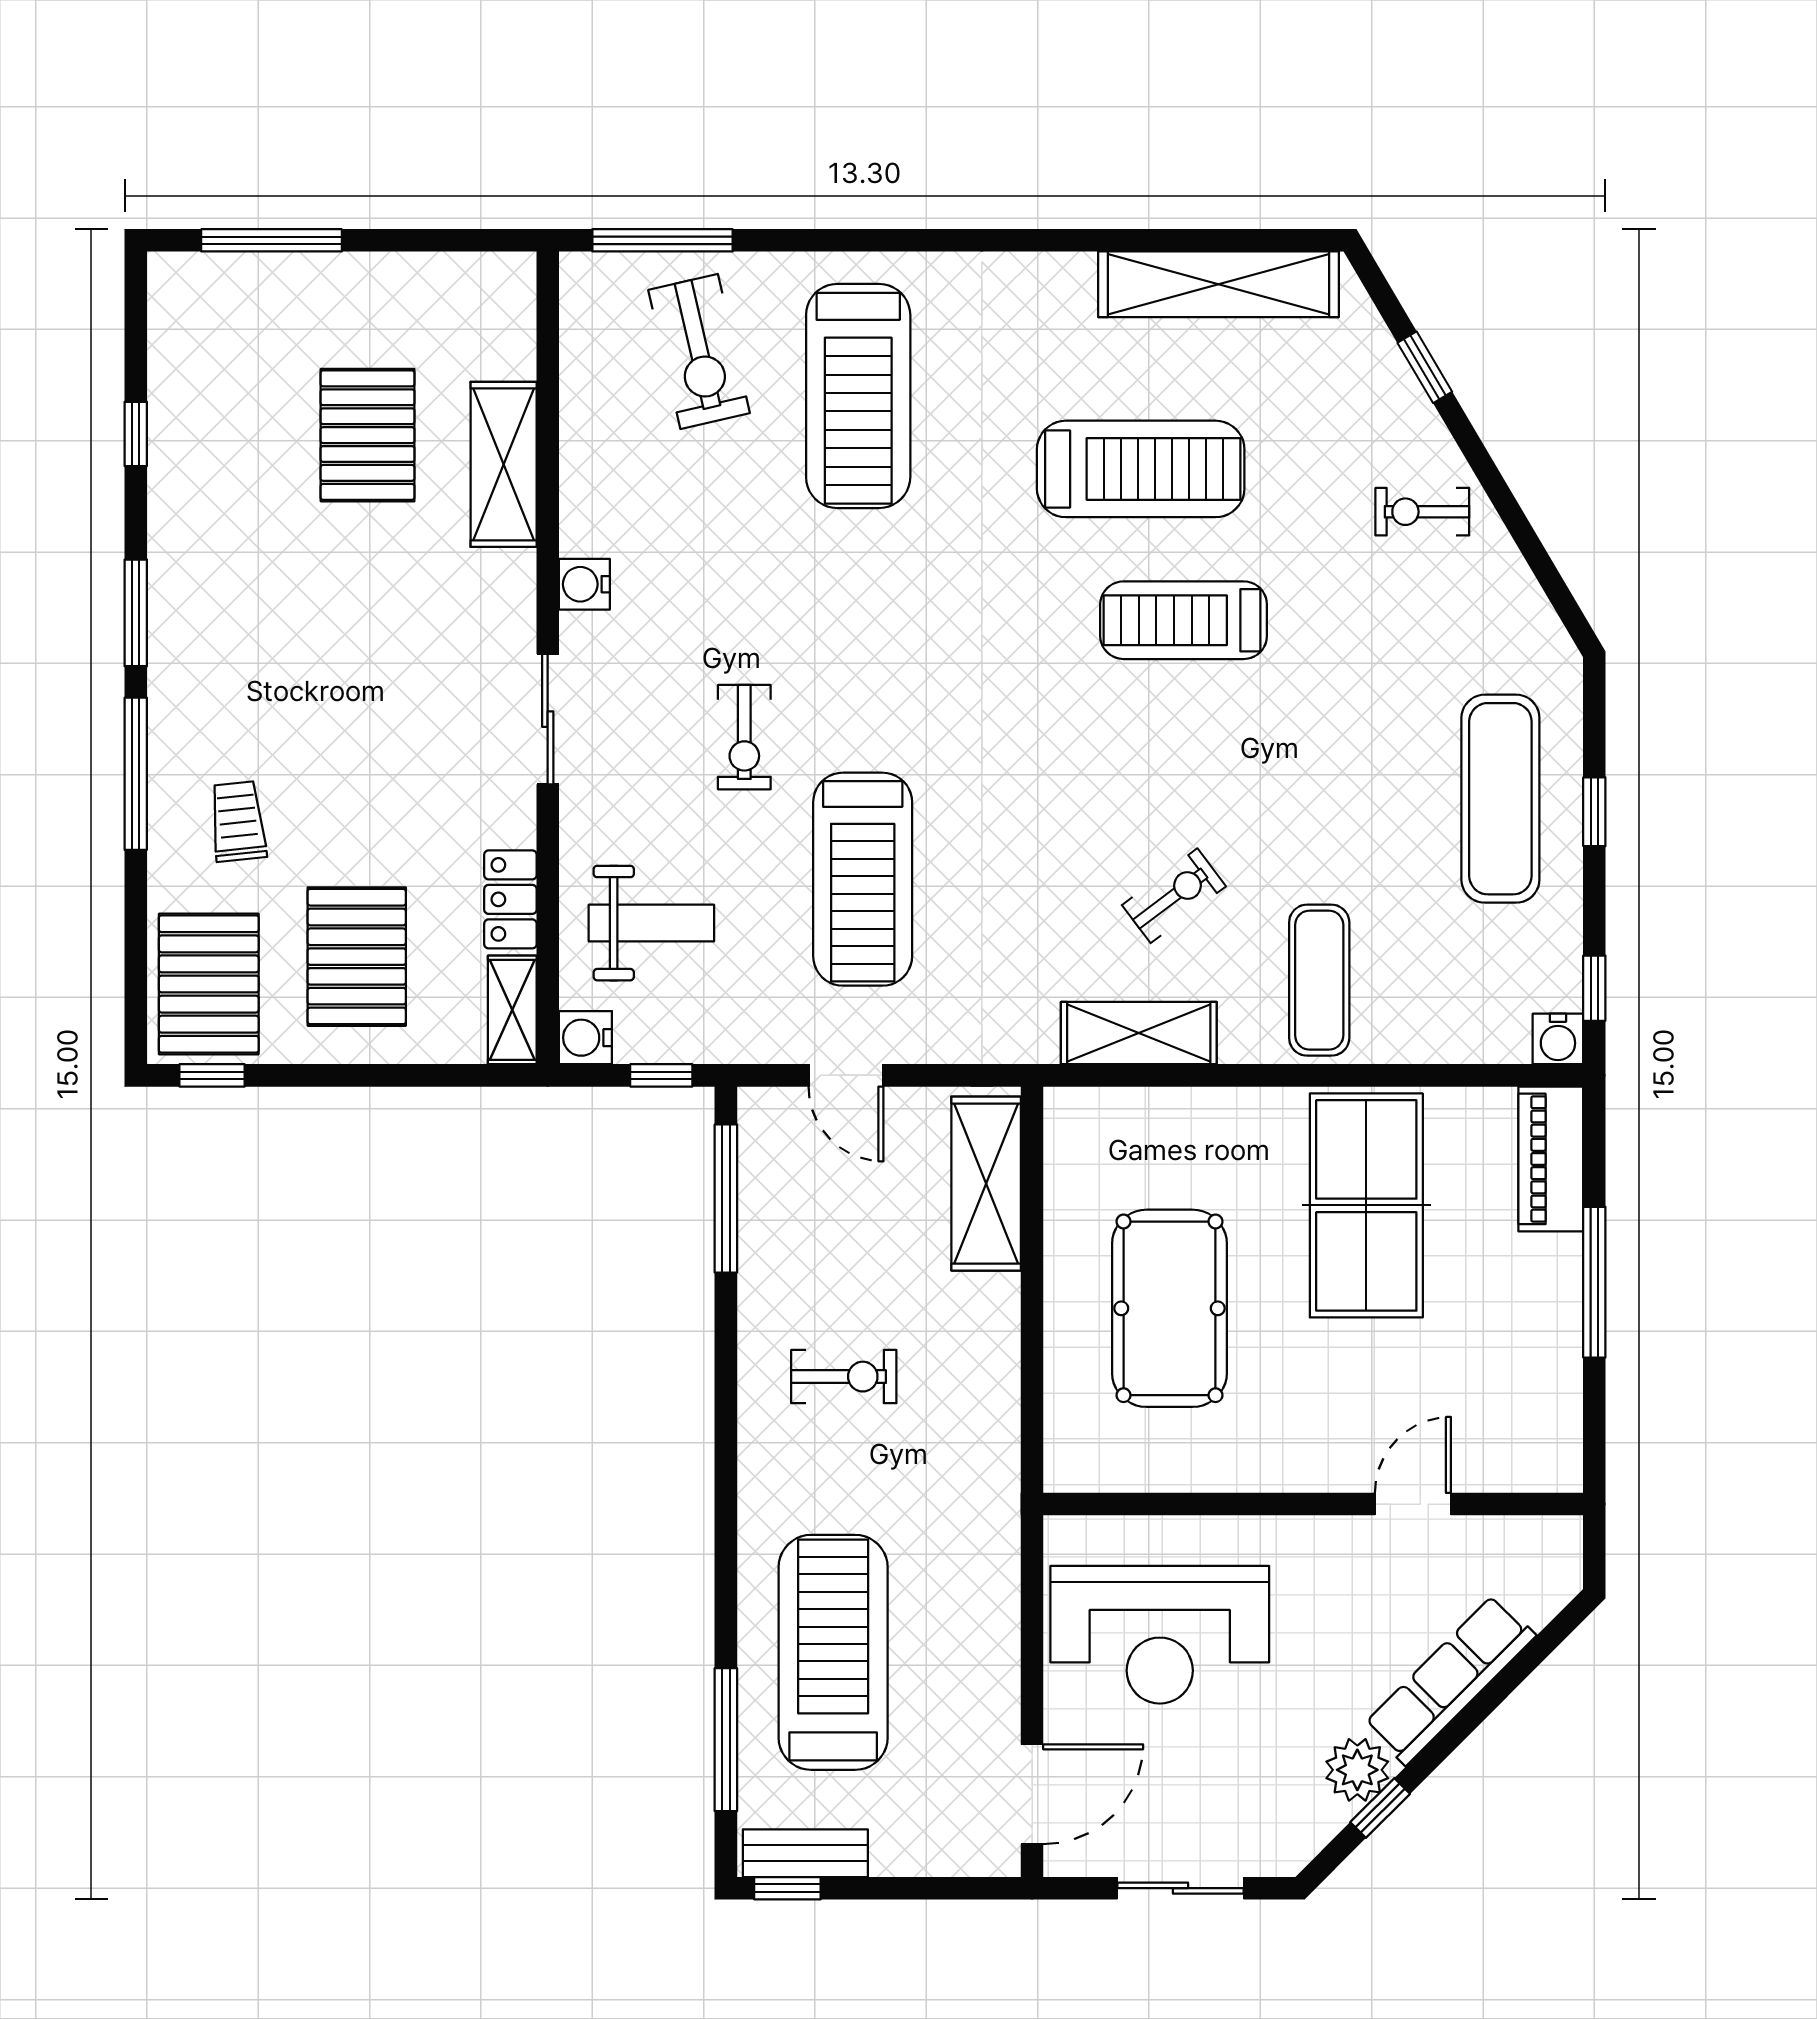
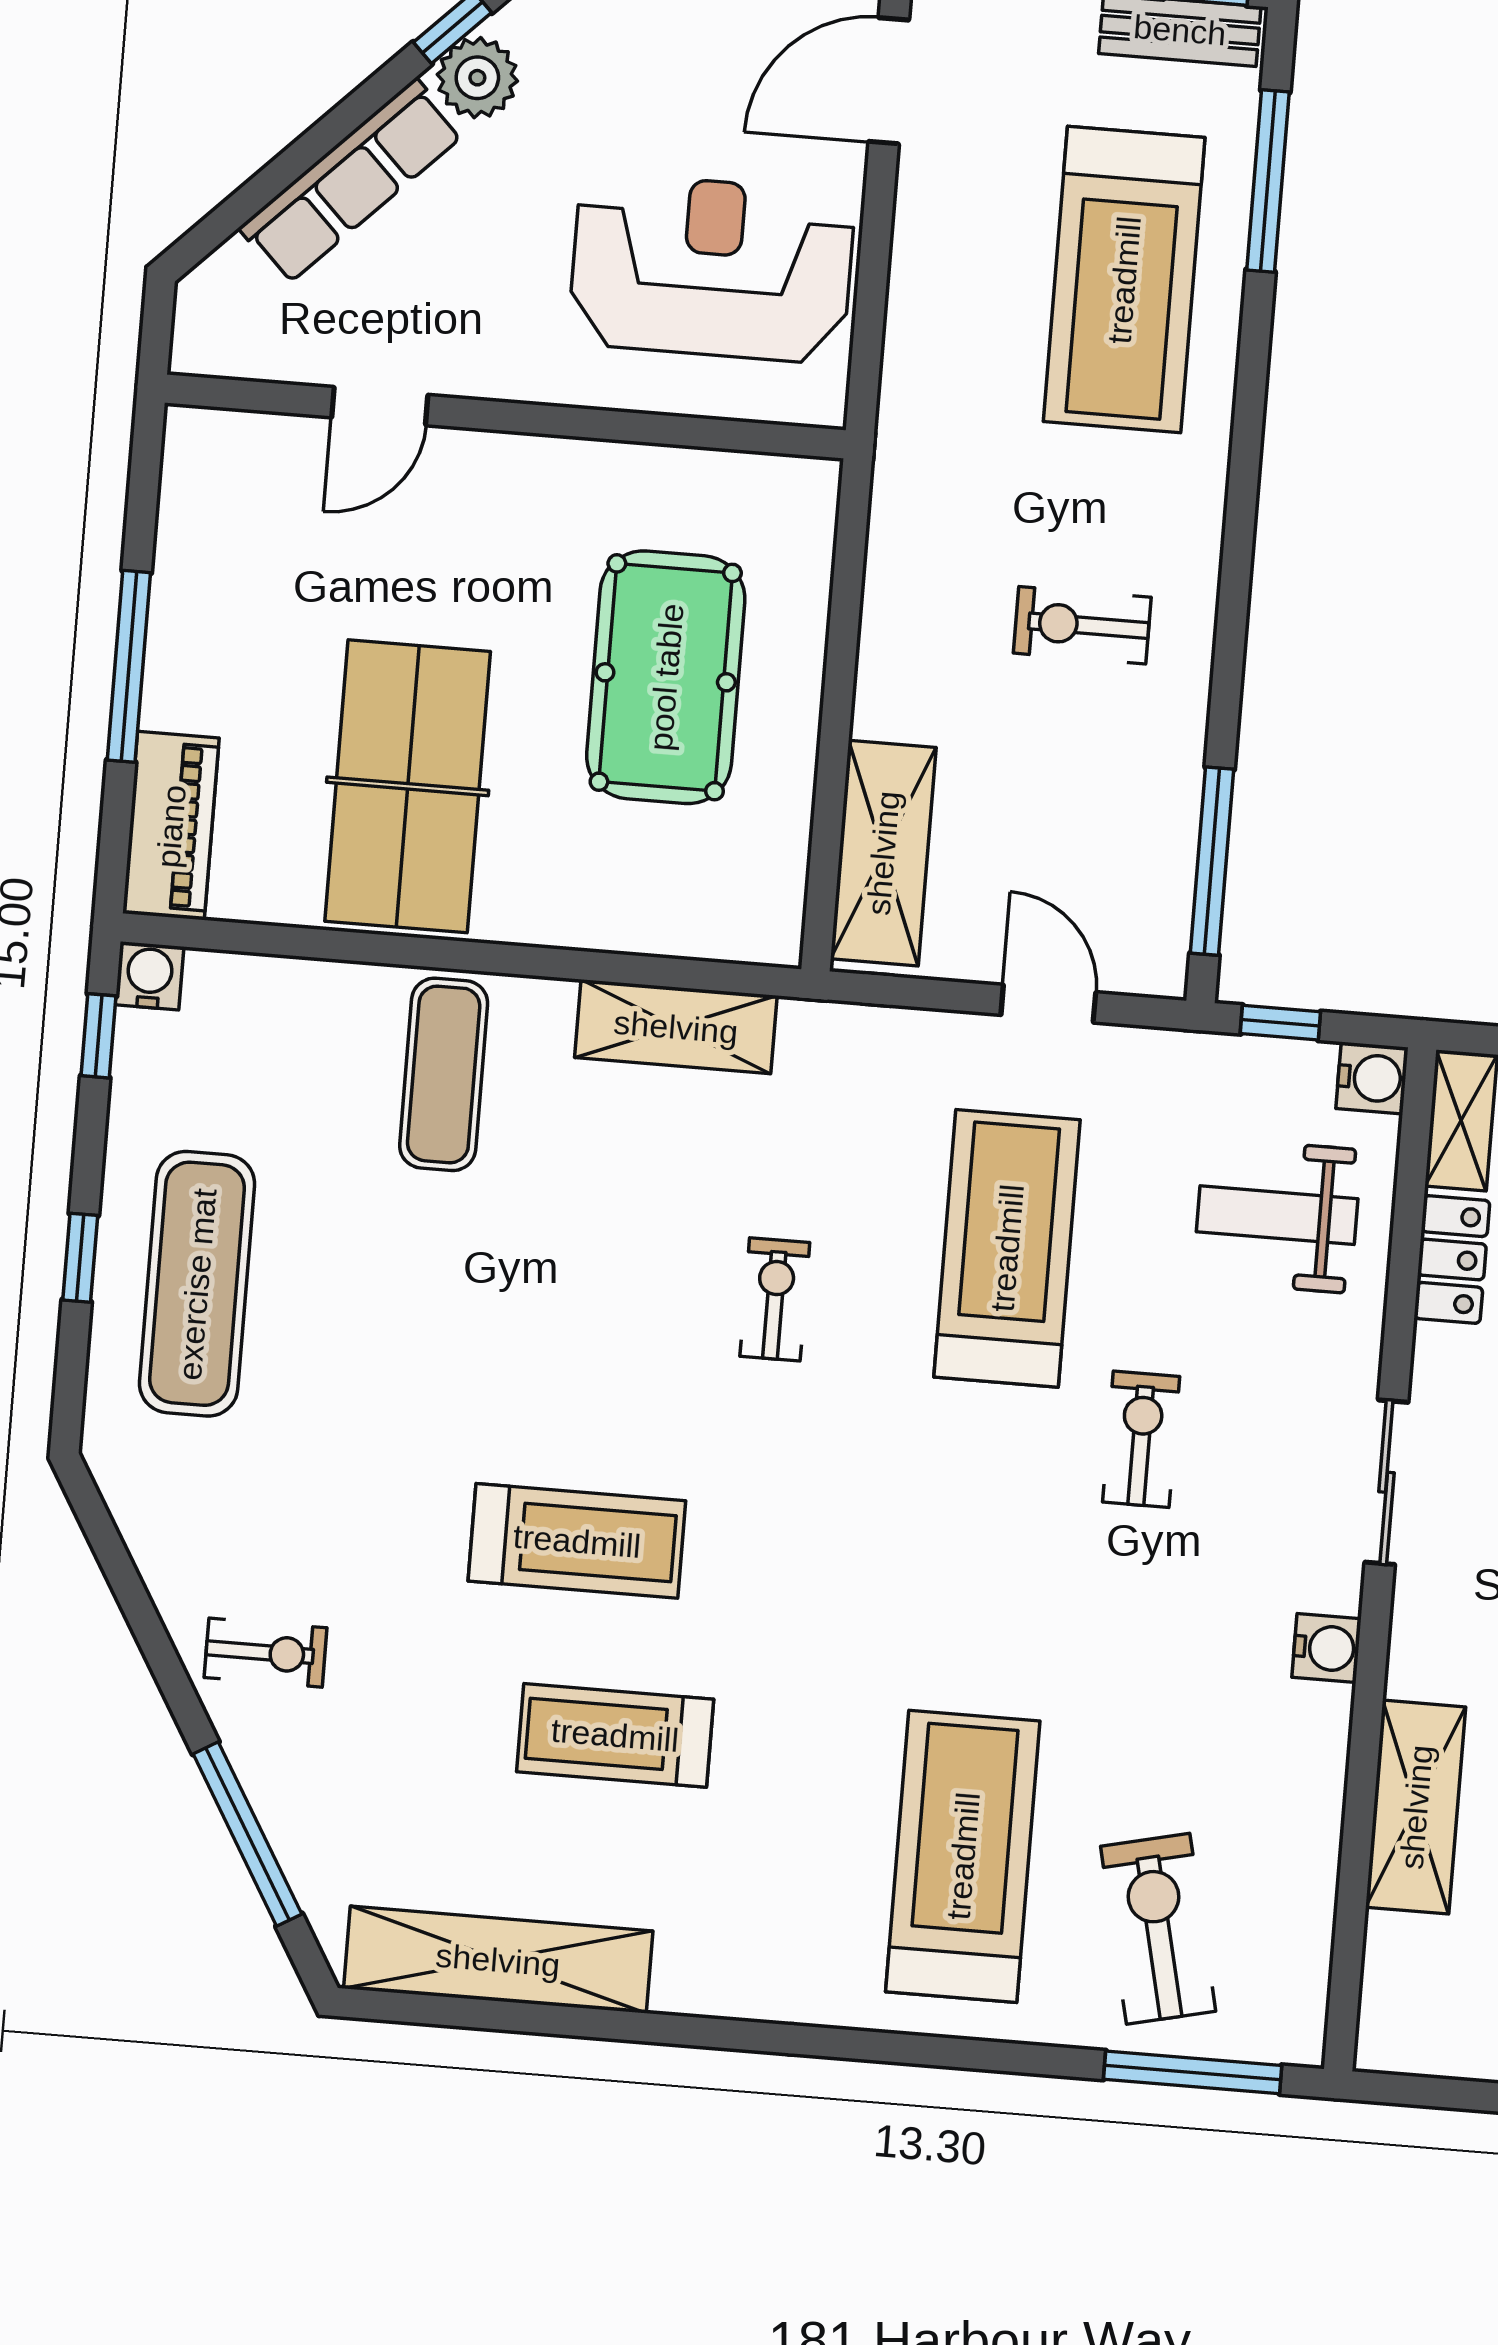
window: (1425, 367) -> (247, 1834), width x2.17
treadmill: (1141, 469) -> (615, 1735), width x0.73, depth x0.73
exercise bike: (1174, 896) -> (775, 1299), moved, turned 127

